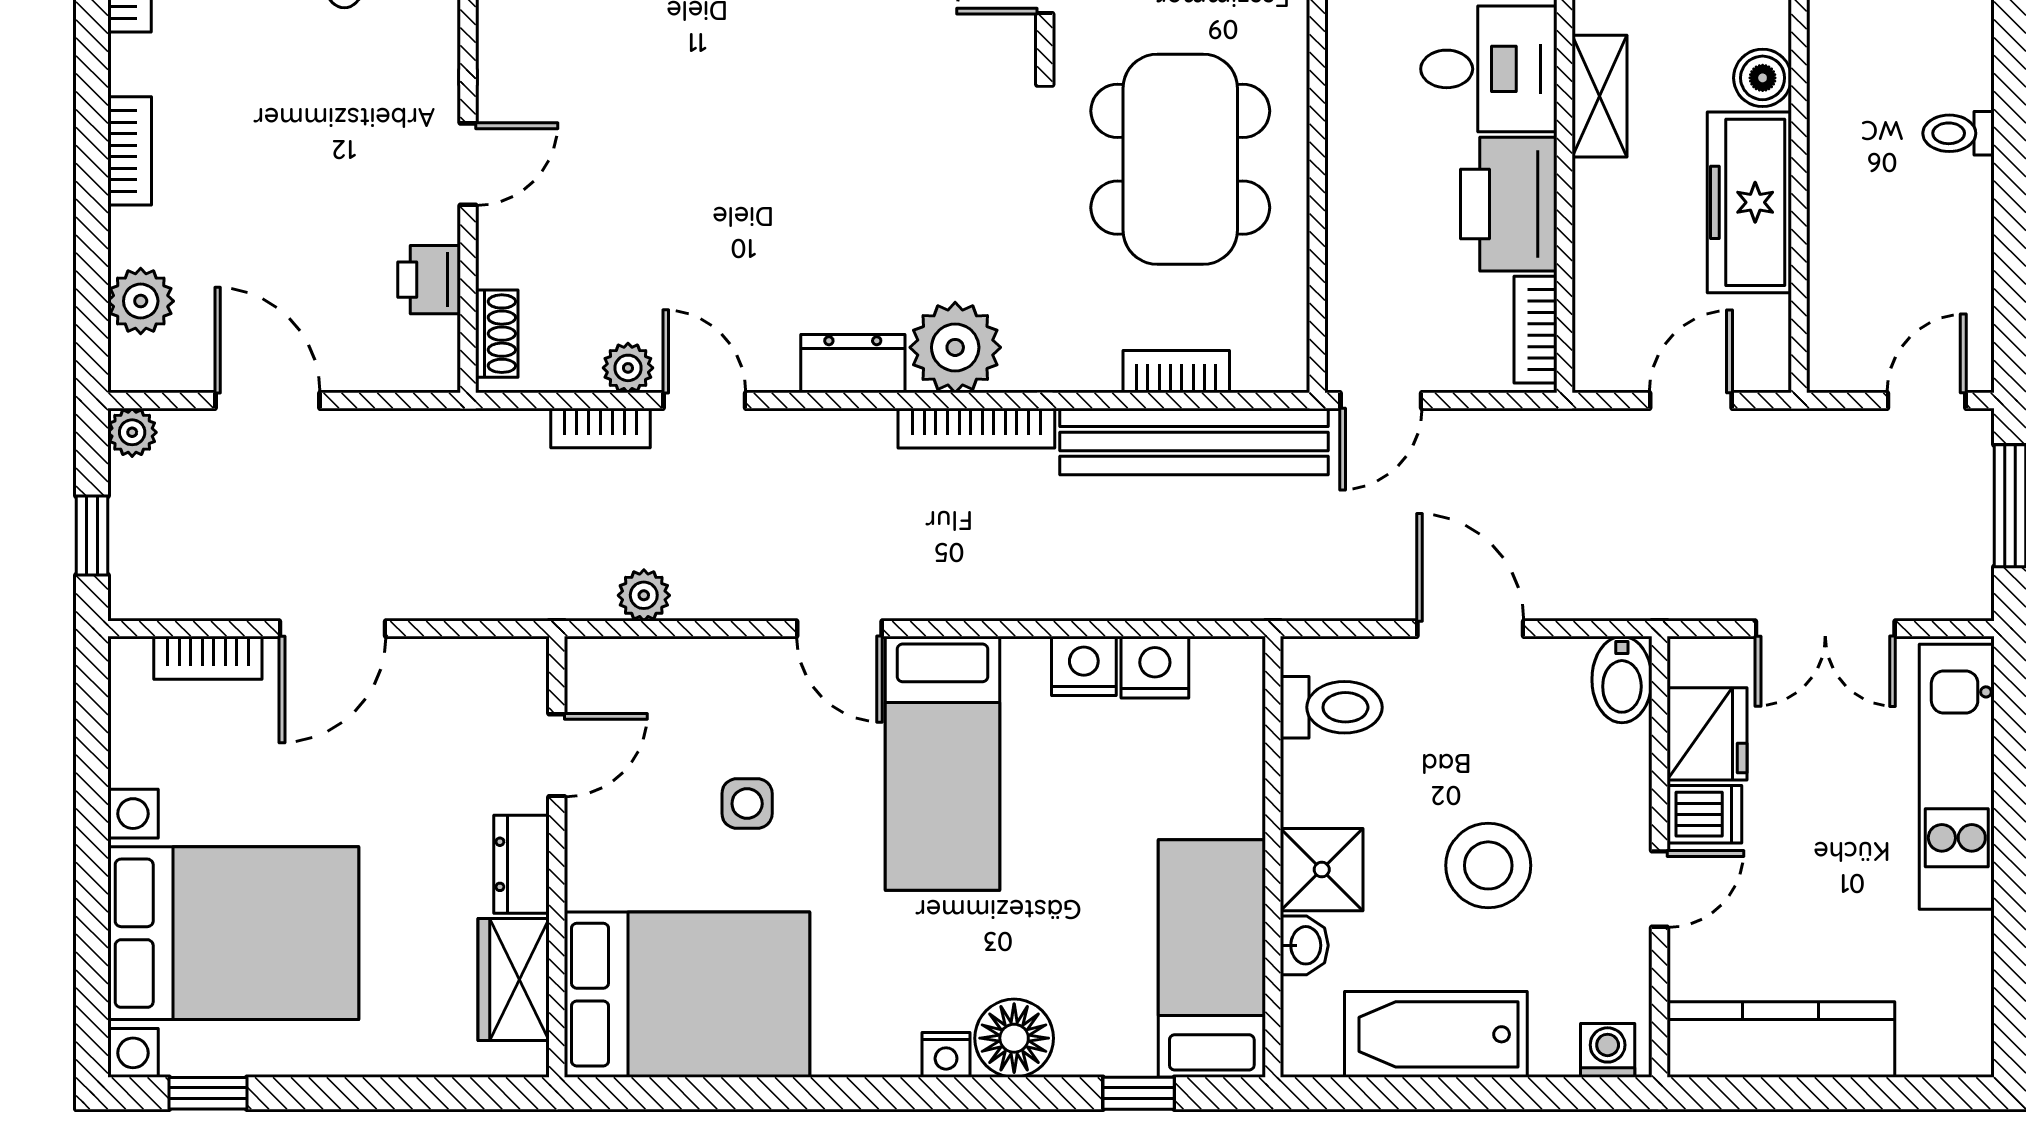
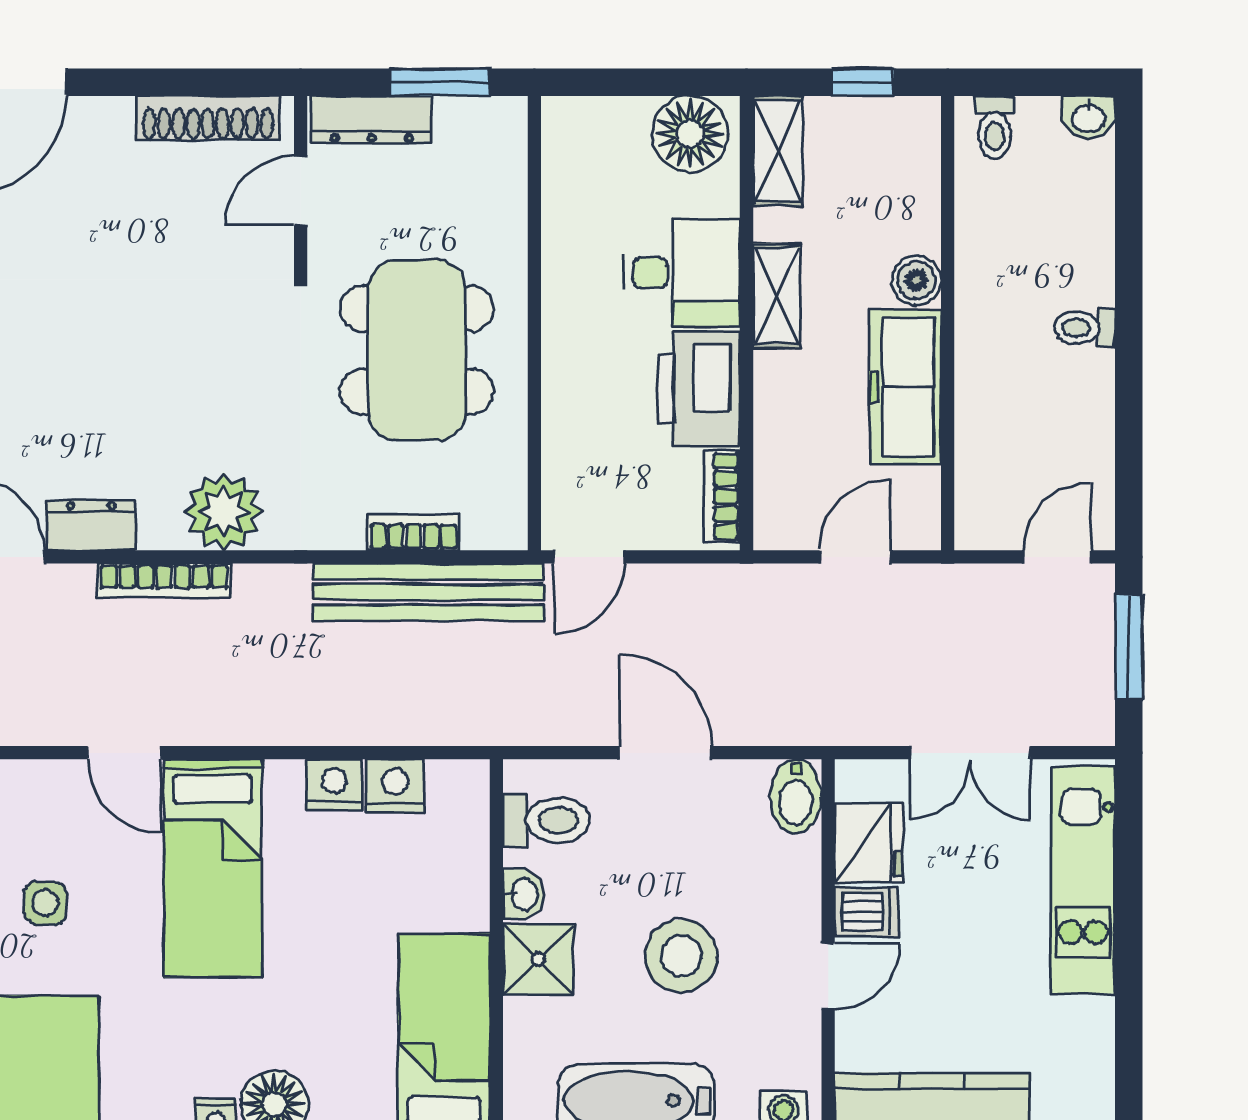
dresser: (853, 364) -> (91, 525), moved
bookcase: (976, 428) -> (164, 581), moved
washbasin: (1304, 945) -> (523, 894), moved

